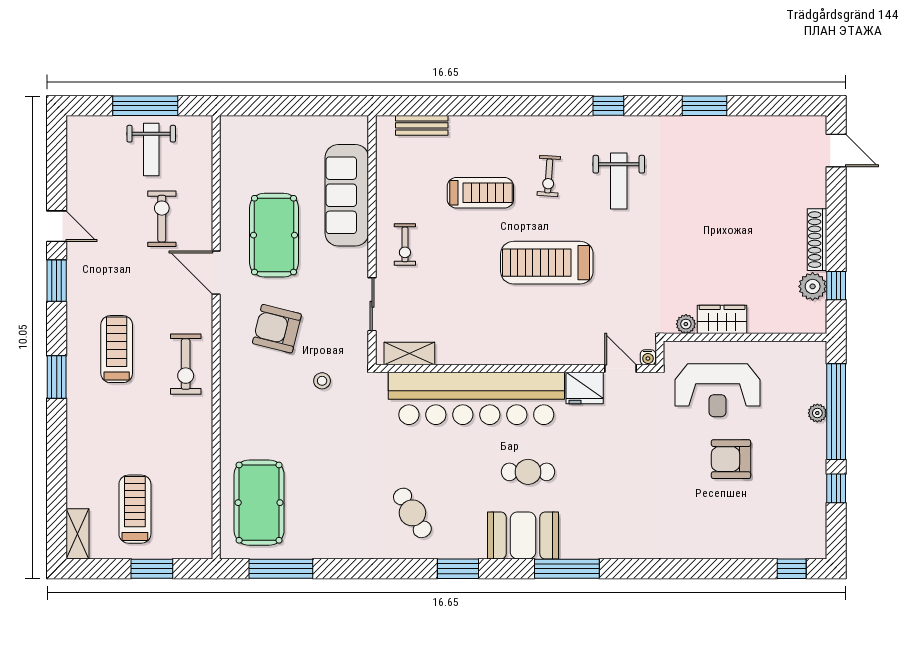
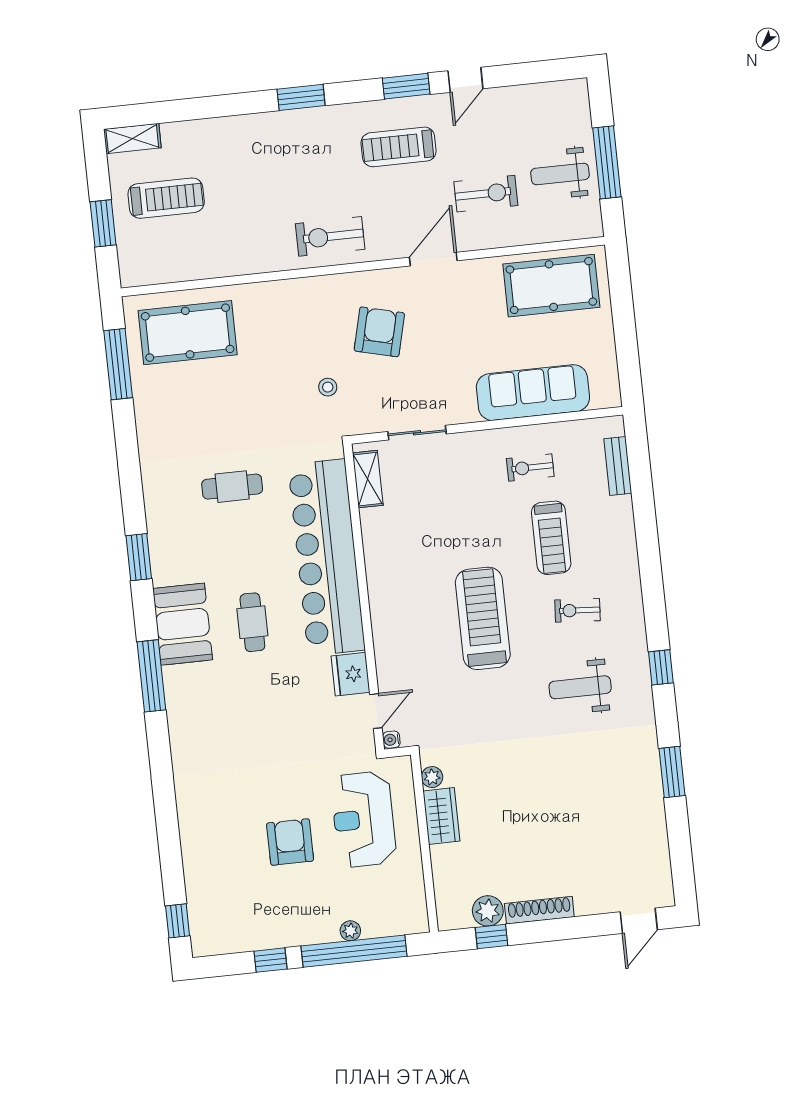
pool table: (274, 235) -> (551, 286), moved
exercise bike: (405, 244) -> (530, 468), moved
treadmill: (117, 349) -> (399, 147), moved, turned 180
cafe table: (412, 513) -> (232, 487), moved, turned 31

